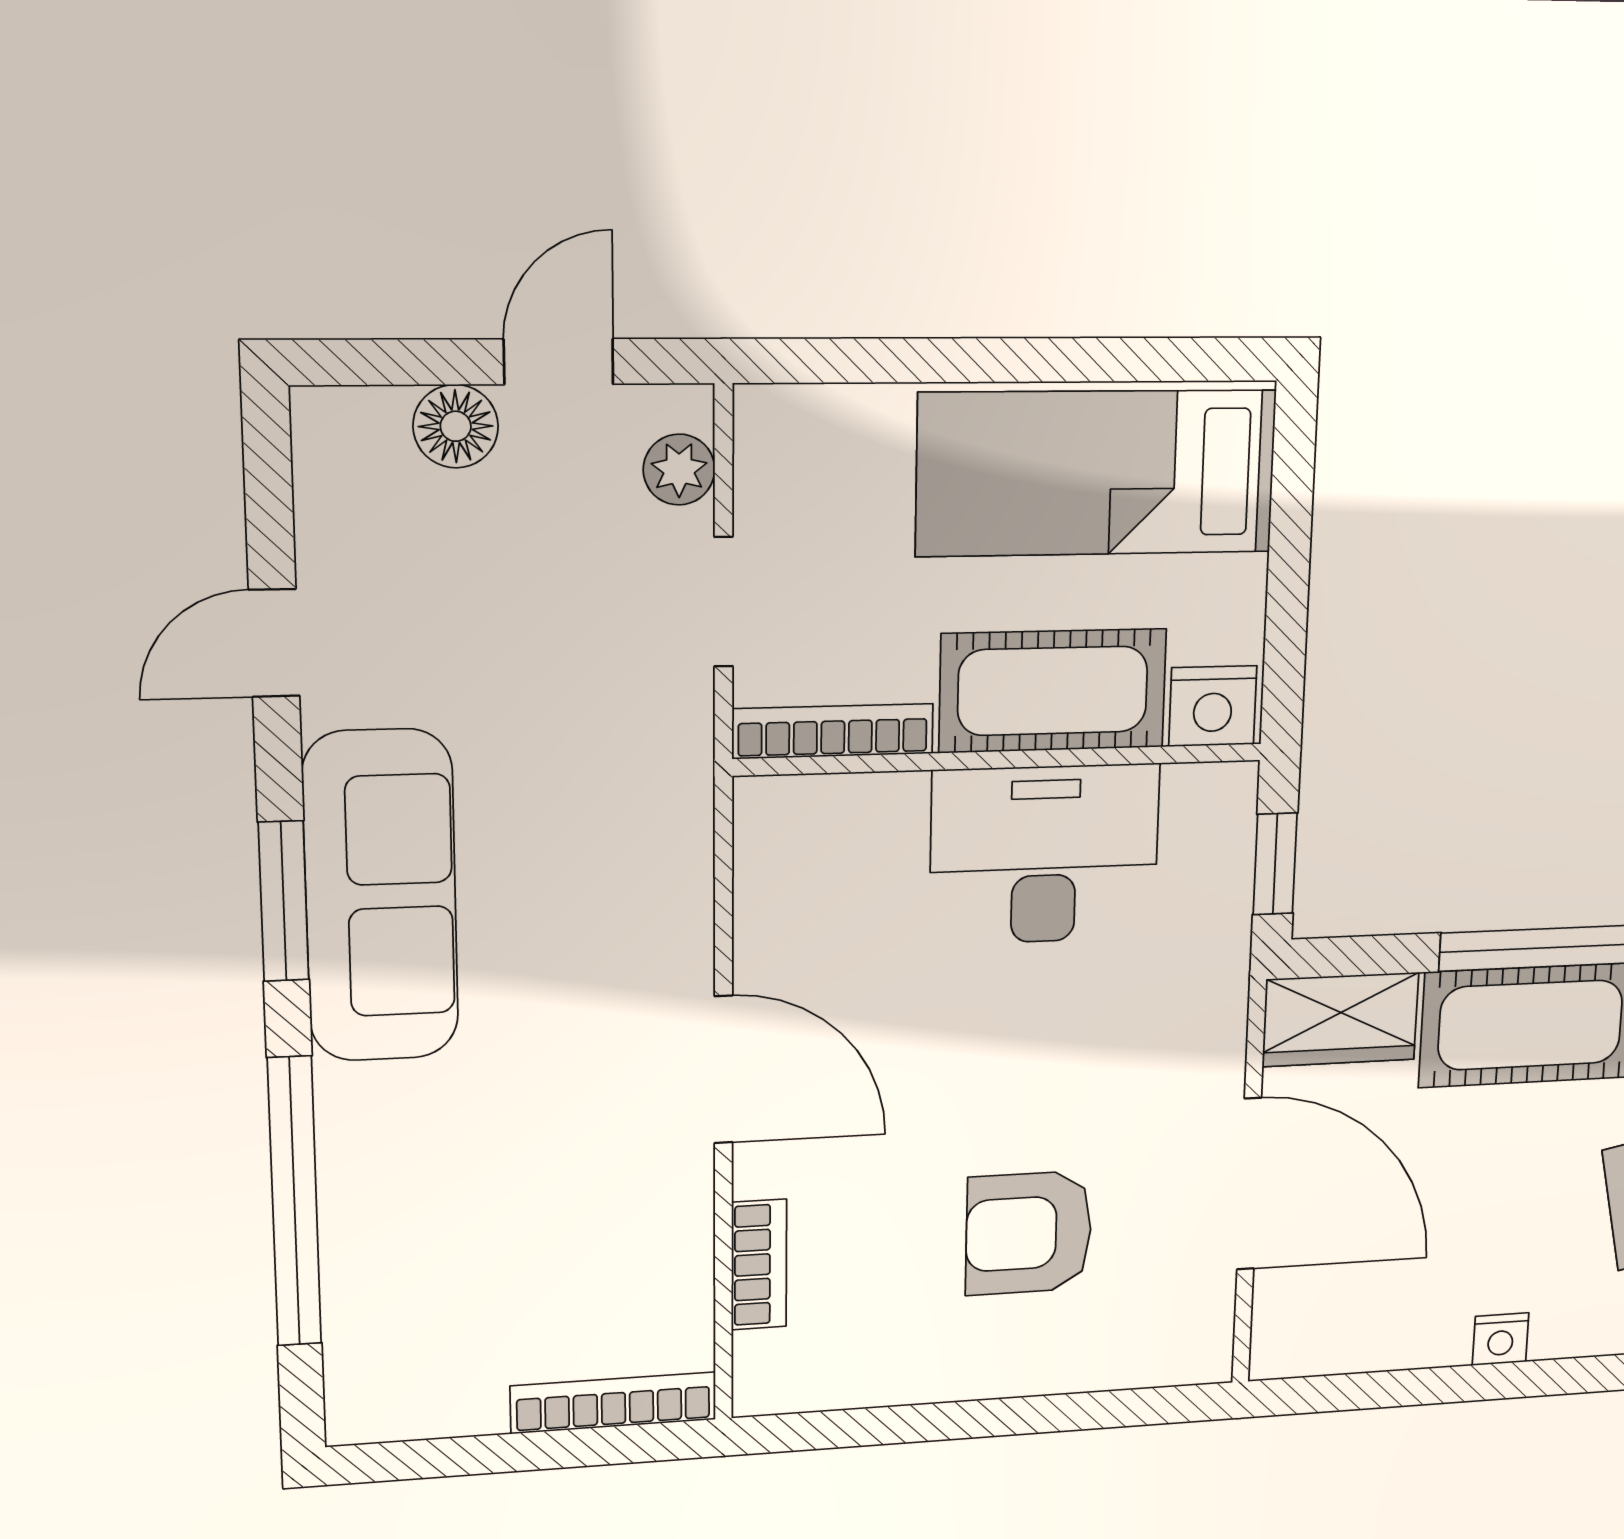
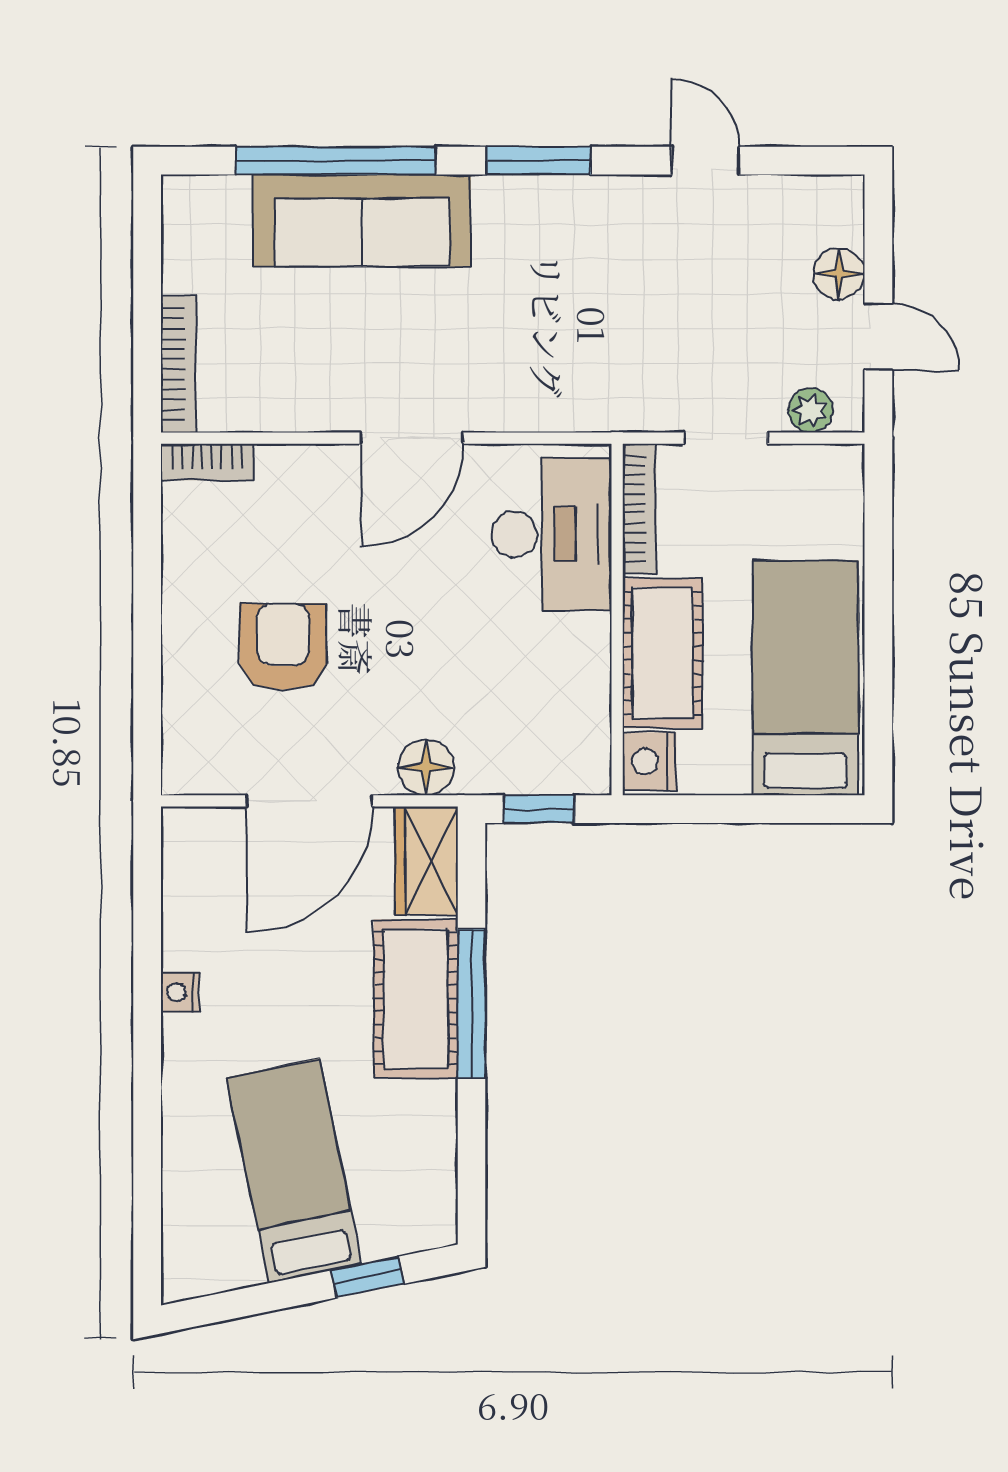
desk: (1044, 854) -> (552, 534), moved
sofa: (381, 896) -> (362, 221), moved
floor lamp: (1209, 1026) -> (426, 767), added
bookcase: (759, 1265) -> (207, 462), moved

